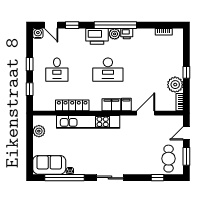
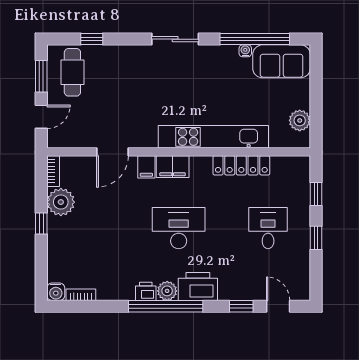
water cooler: (38, 33) -> (56, 292), moved

